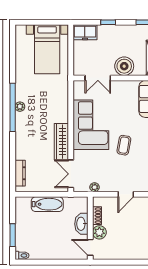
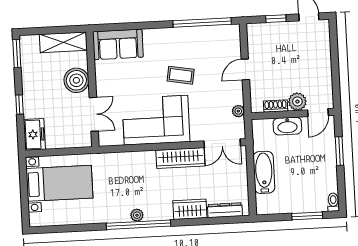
wardrobe: (22, 147) -> (190, 209), added
door: (126, 194) -> (245, 69), swing flipped
window: (60, 262) -> (339, 151), added

